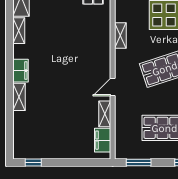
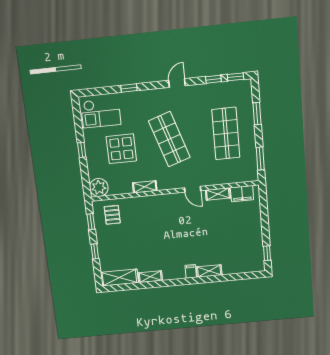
filing cabinet: (21, 71) -> (191, 271), width x0.50

